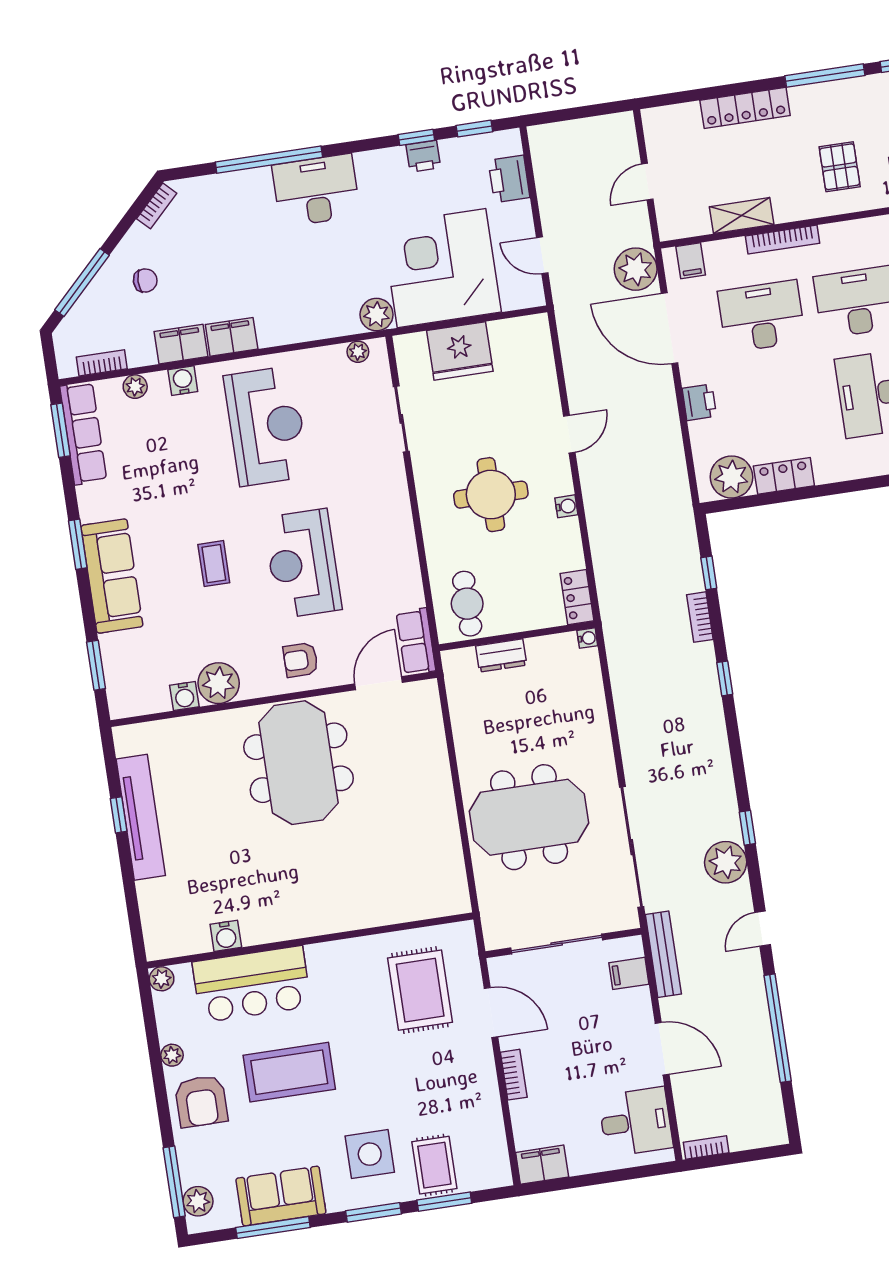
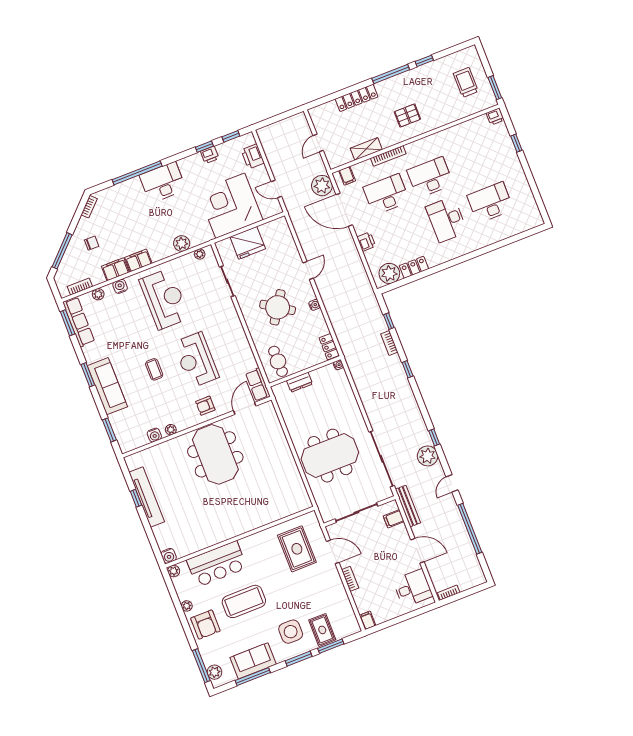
pallet: (840, 167) -> (407, 116), turned 90
plant: (377, 315) -> (182, 243), moved
round table: (491, 495) -> (278, 307), turned 33
plant: (219, 683) -> (171, 430), width x0.53, depth x0.53
water cooler: (226, 936) -> (169, 556), moved
filing cabinet: (542, 1165) -> (368, 620), width x0.50

